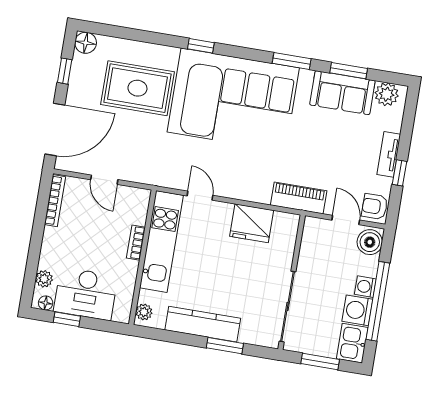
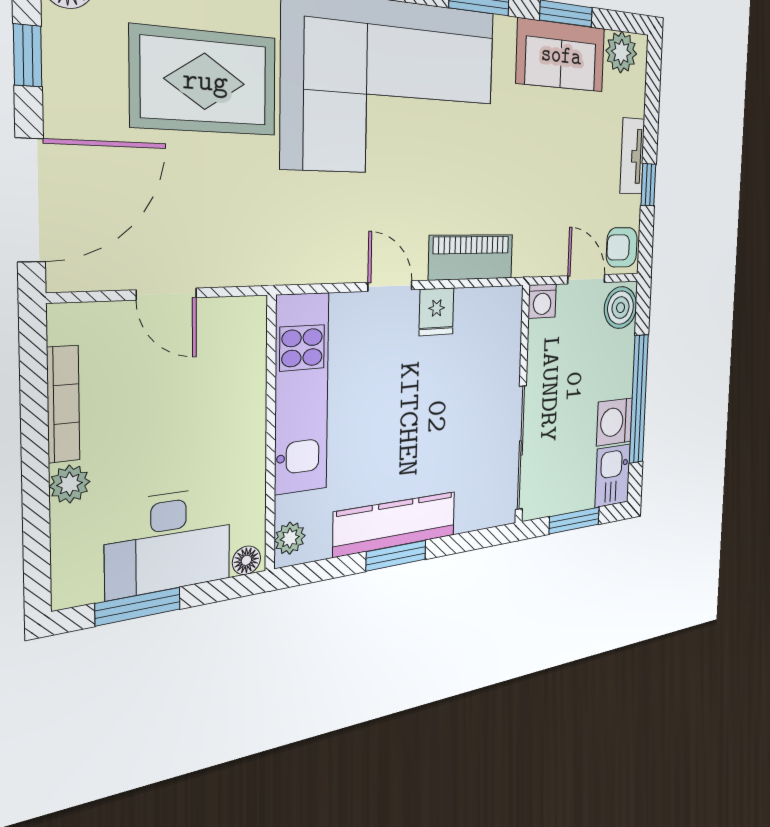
door: (200, 196) -> (390, 286), moved
piano: (299, 198) -> (471, 257), moved
bookcase: (55, 201) -> (63, 404), moved
fridge: (252, 223) -> (437, 312), width x0.53, depth x0.75
bookcase: (136, 243) -> (253, 409), removed
plant: (44, 279) -> (70, 484), moved
washing machine: (365, 287) -> (542, 301), moved, turned -90
floor lamp: (46, 303) -> (246, 560), moved
window: (67, 319) -> (138, 606), width x1.50
window: (225, 346) -> (396, 556), moved

